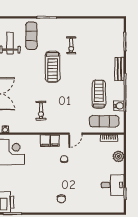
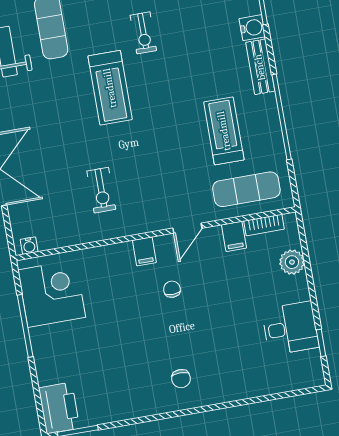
water cooler: (119, 106) -> (252, 28), moved
filing cabinet: (45, 141) -> (234, 236), moved

